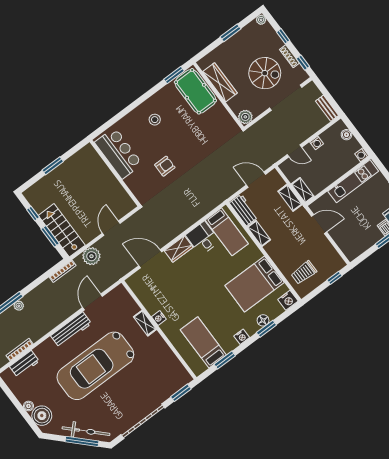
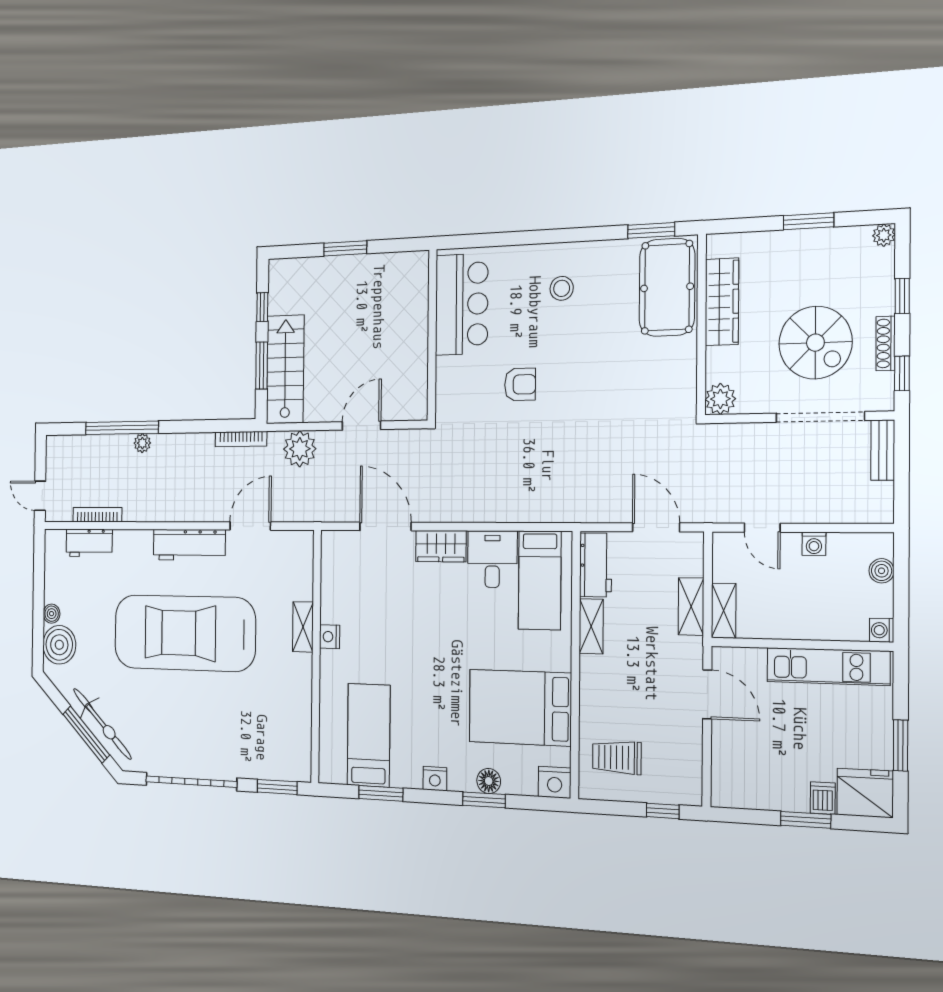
bench: (327, 108) -> (883, 450), moved

